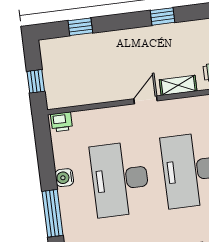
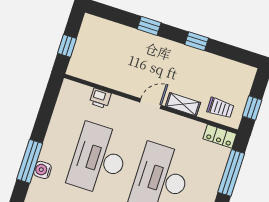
window: (80, 27) -> (149, 26), moved
printer: (62, 122) -> (100, 98), moved
water cooler: (64, 178) -> (42, 170), moved

